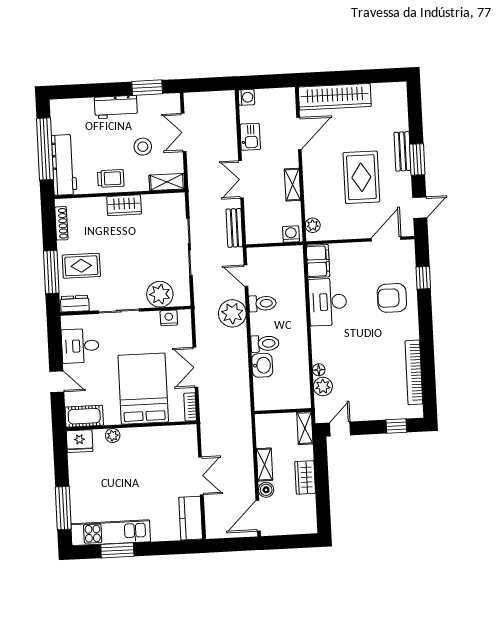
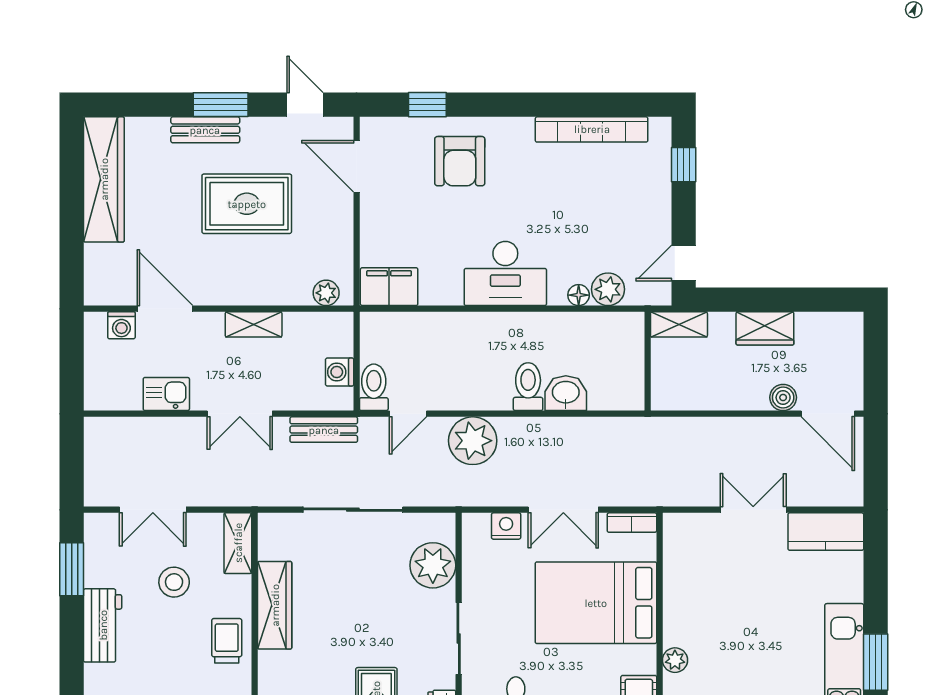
washing machine: (246, 97) -> (121, 325), moved, turned 180
wardrobe: (335, 97) -> (104, 179), moved
wardrobe: (124, 205) -> (275, 605), width x1.50
washing machine: (291, 234) -> (340, 372), moved
desk: (328, 302) -> (505, 273), moved
toilet: (262, 303) -> (374, 387), moved
nightstand: (169, 318) -> (506, 526), moved, turned 90
door: (340, 429) -> (684, 263), hinge flipped
shelving: (265, 465) -> (739, 398), removed

